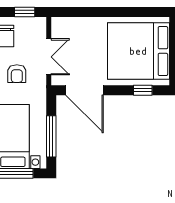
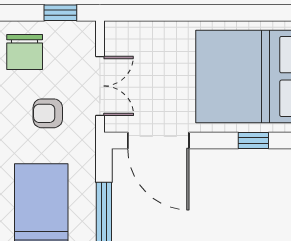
armchair: (17, 74) -> (48, 113), turned 90

